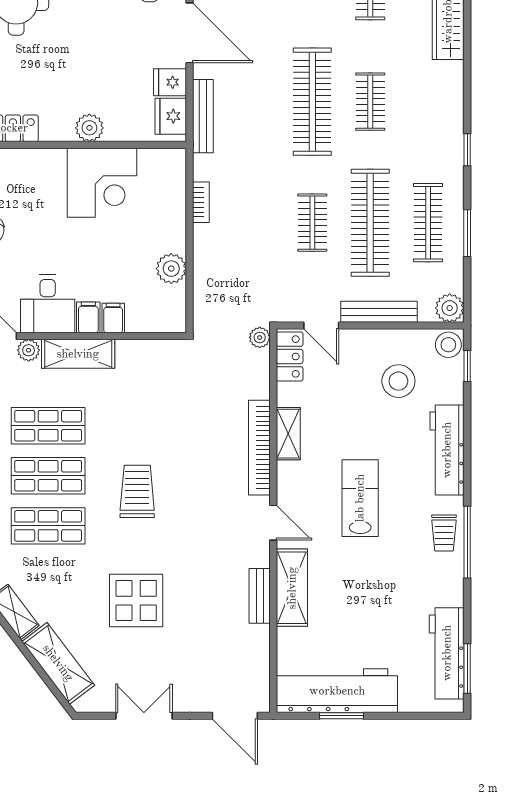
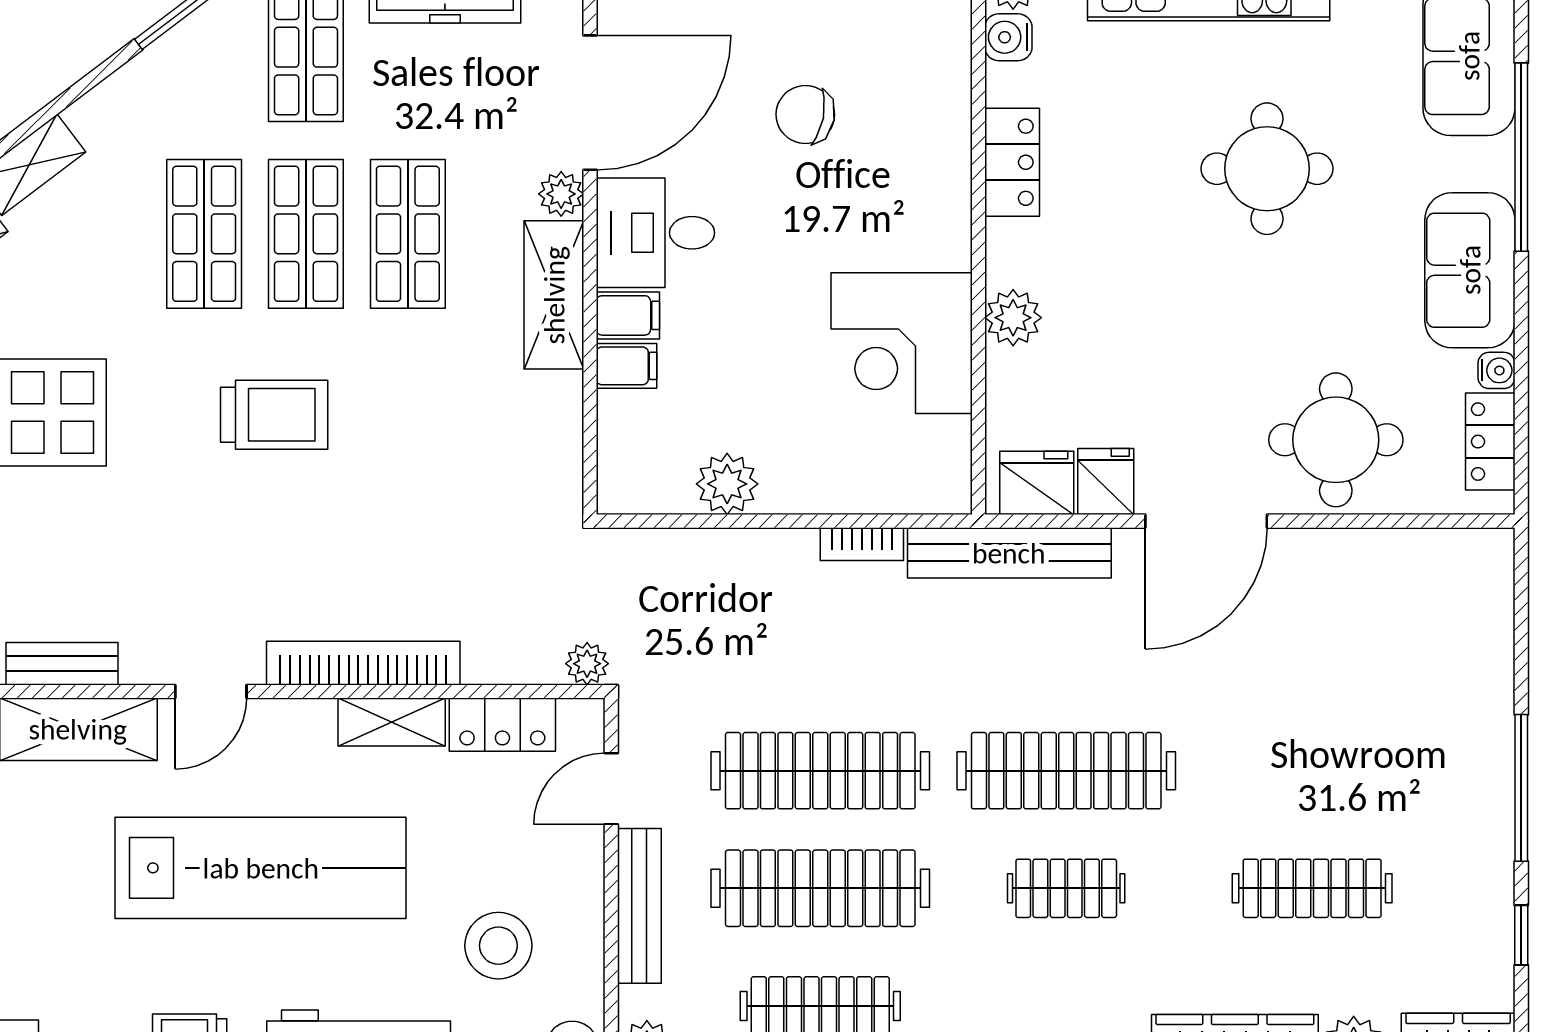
bench: (203, 116) -> (1009, 553), width x1.37, depth x1.21
clothes rail: (312, 223) -> (820, 771), width x1.86, depth x1.31
locker: (290, 356) -> (502, 725), moved
lab bench: (360, 498) -> (261, 868), width x1.86, depth x1.39

